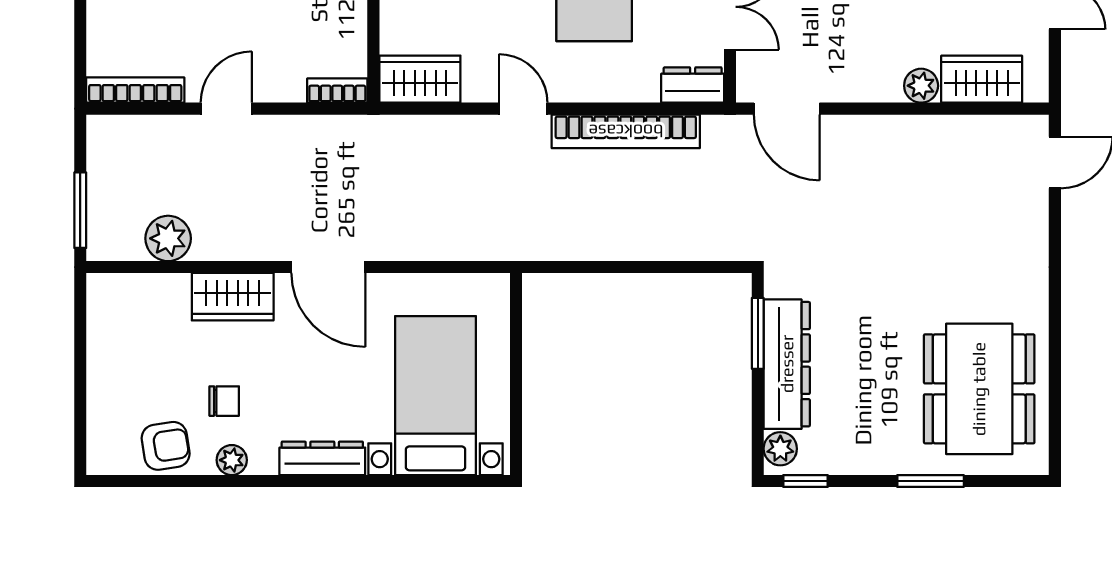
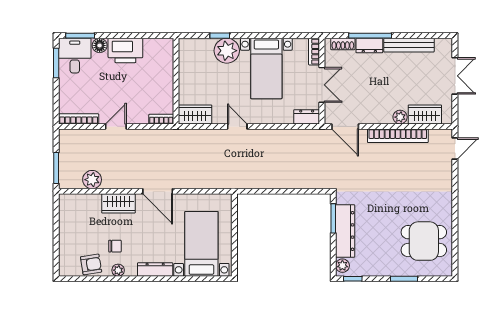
bookcase: (626, 131) -> (398, 136), moved
dining table: (979, 389) -> (424, 241), width x0.73

